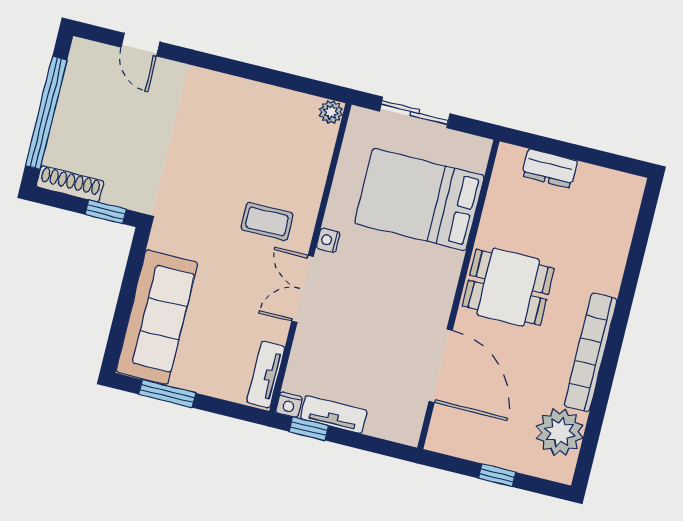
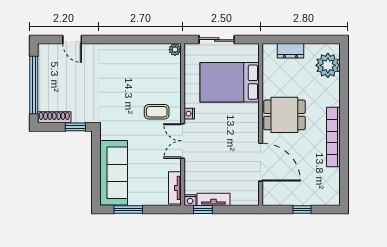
plant: (560, 432) -> (328, 65), moved

